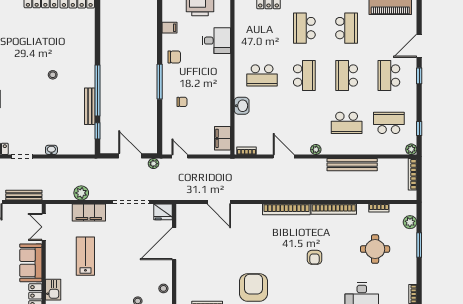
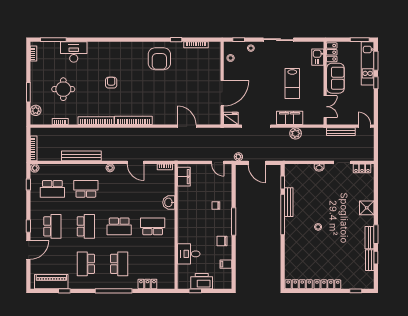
school desk: (304, 75) -> (119, 226), turned -90

